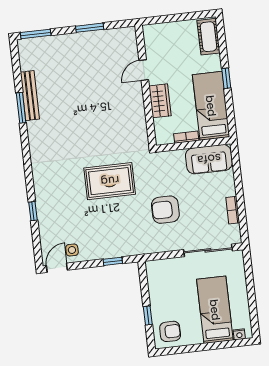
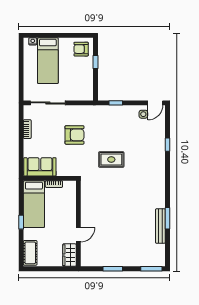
wardrobe: (160, 101) -> (69, 255), moved
rug: (110, 181) -> (111, 159), width x0.73, depth x0.70

